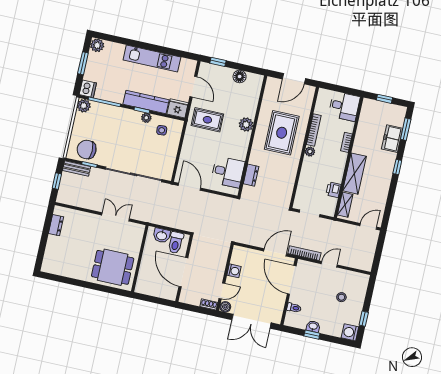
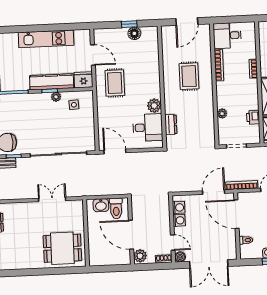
window: (218, 62) -> (129, 24), moved
desk: (344, 106) -> (227, 36), moved, turned 180
rug: (207, 120) -> (115, 83), turned 90
plant: (246, 125) -> (154, 106), moved
rug: (282, 133) -> (189, 76), width x0.73, depth x0.70
plant: (310, 152) -> (222, 114), moved
washing machine: (237, 258) -> (179, 207), added
door: (222, 291) -> (173, 243), hinge flipped
plant: (187, 295) -> (140, 256), added

